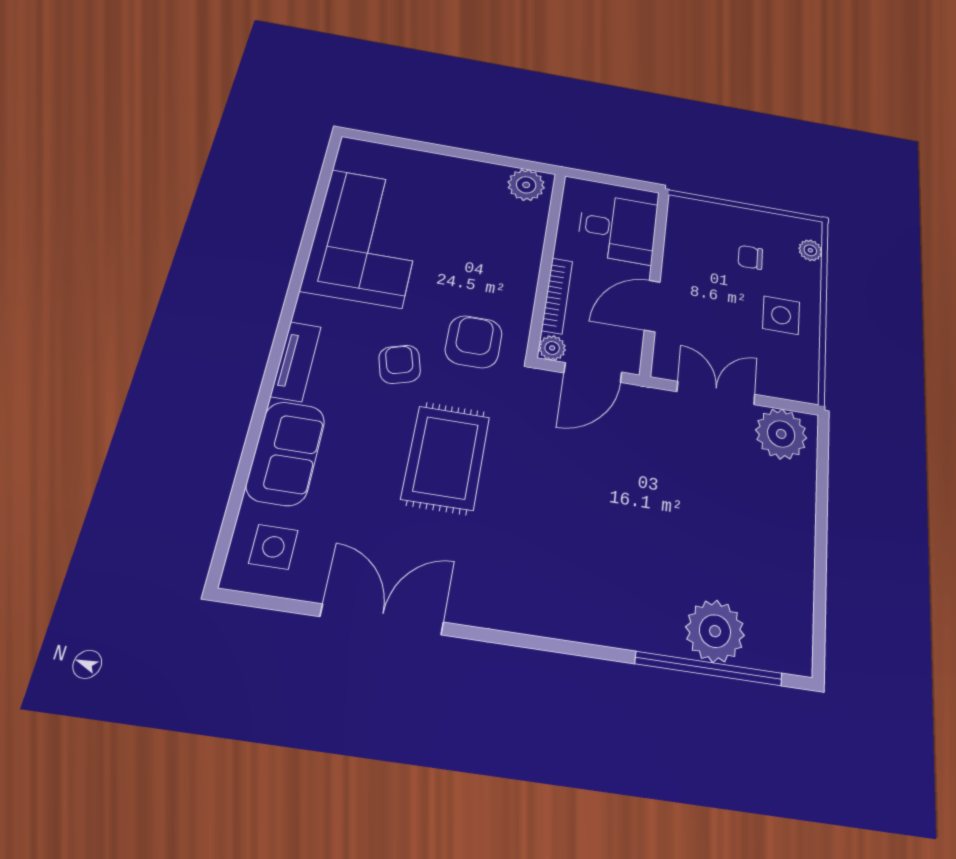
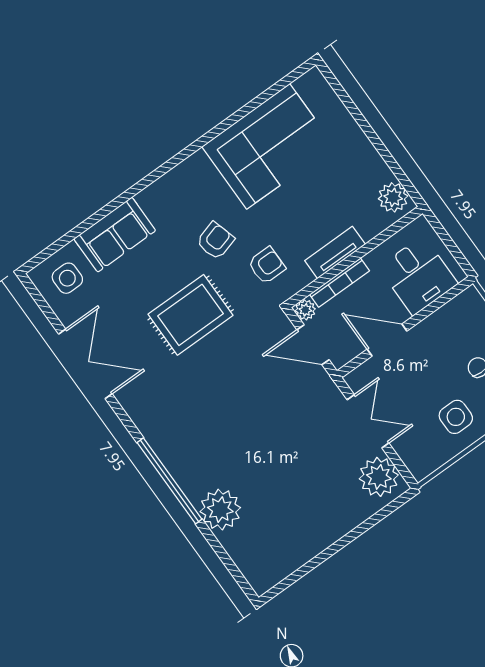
armchair: (474, 342) -> (267, 265), width x0.72, depth x0.72
tv unit: (296, 361) -> (335, 252), moved, turned 180
plant: (715, 631) -> (220, 510), moved
window: (709, 668) -> (169, 481), moved

